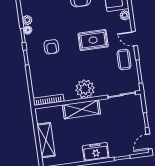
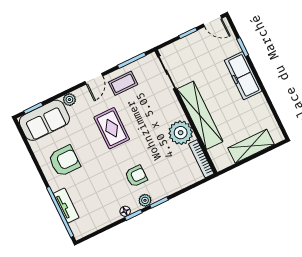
plant: (27, 20) -> (145, 200), moved
plant: (85, 89) -> (181, 133), moved
shelving: (81, 109) -> (200, 115), width x1.47
freezer: (96, 152) -> (243, 76), width x1.40

